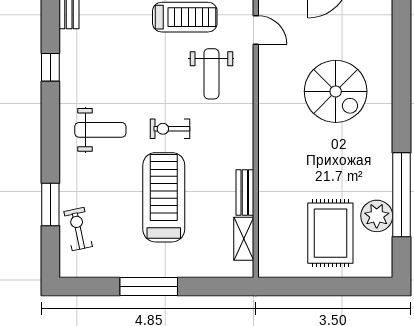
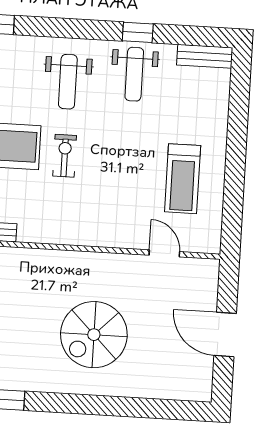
door: (256, 30) -> (164, 253), swing flipped
weight bench: (211, 74) -> (134, 74), moved, turned -90

